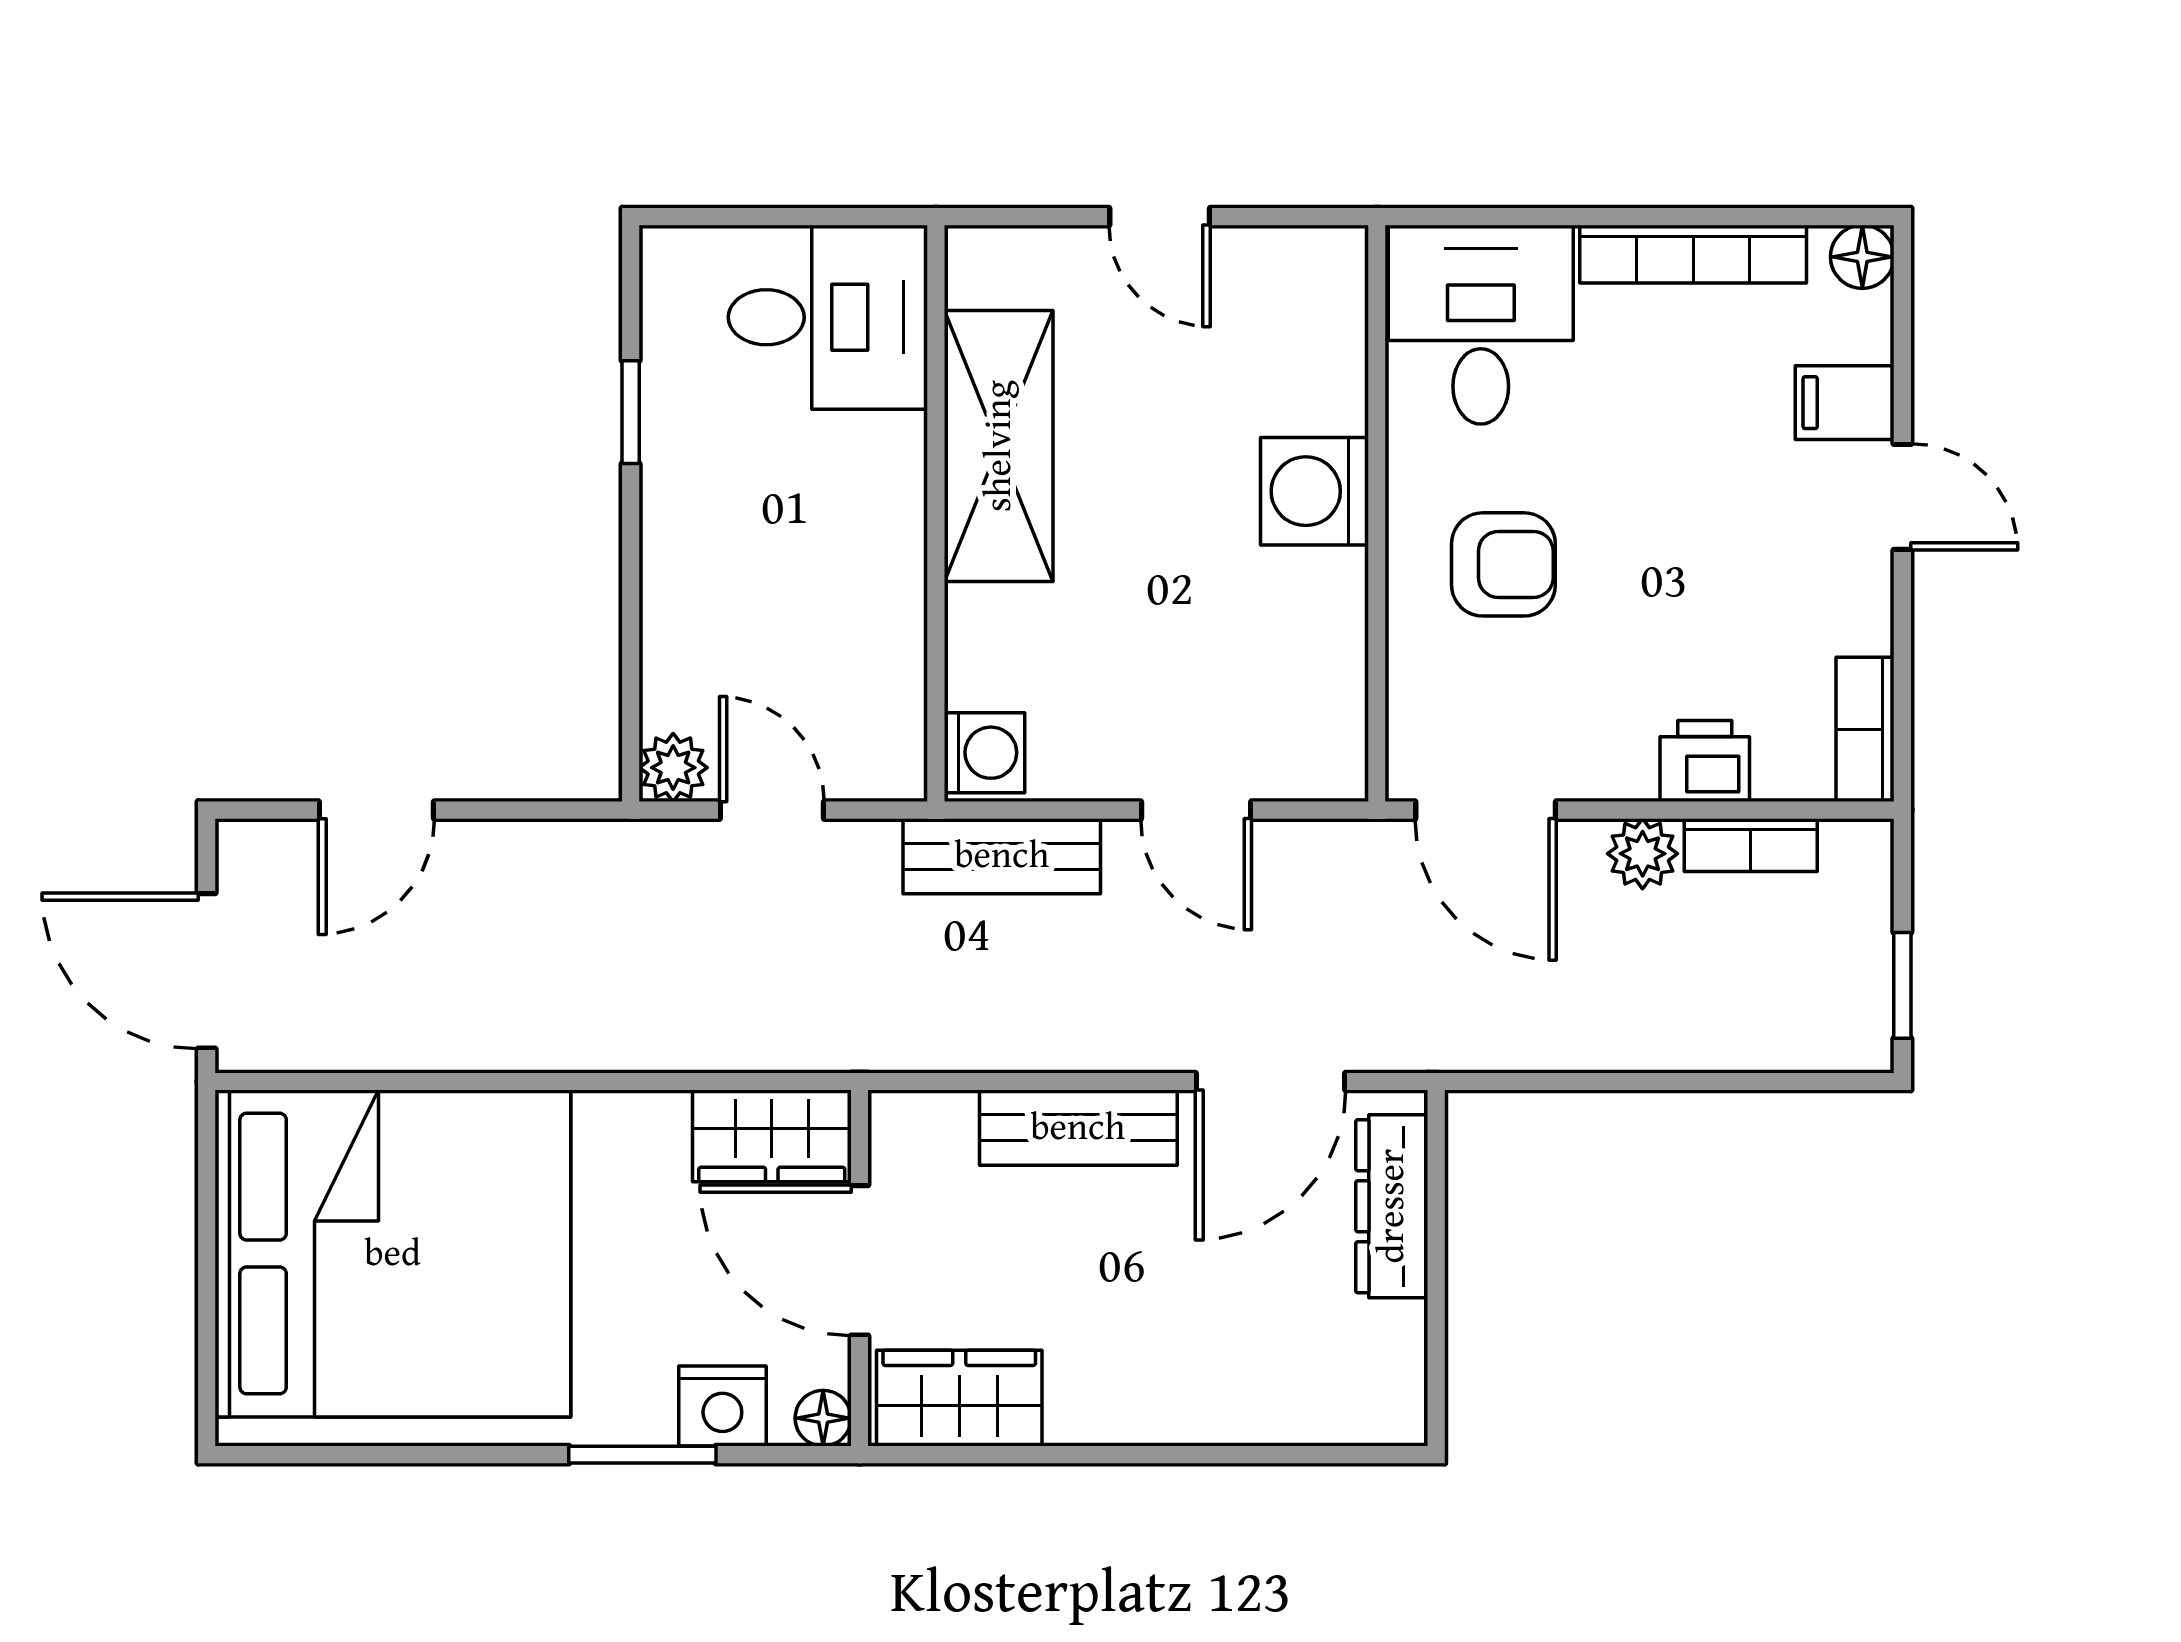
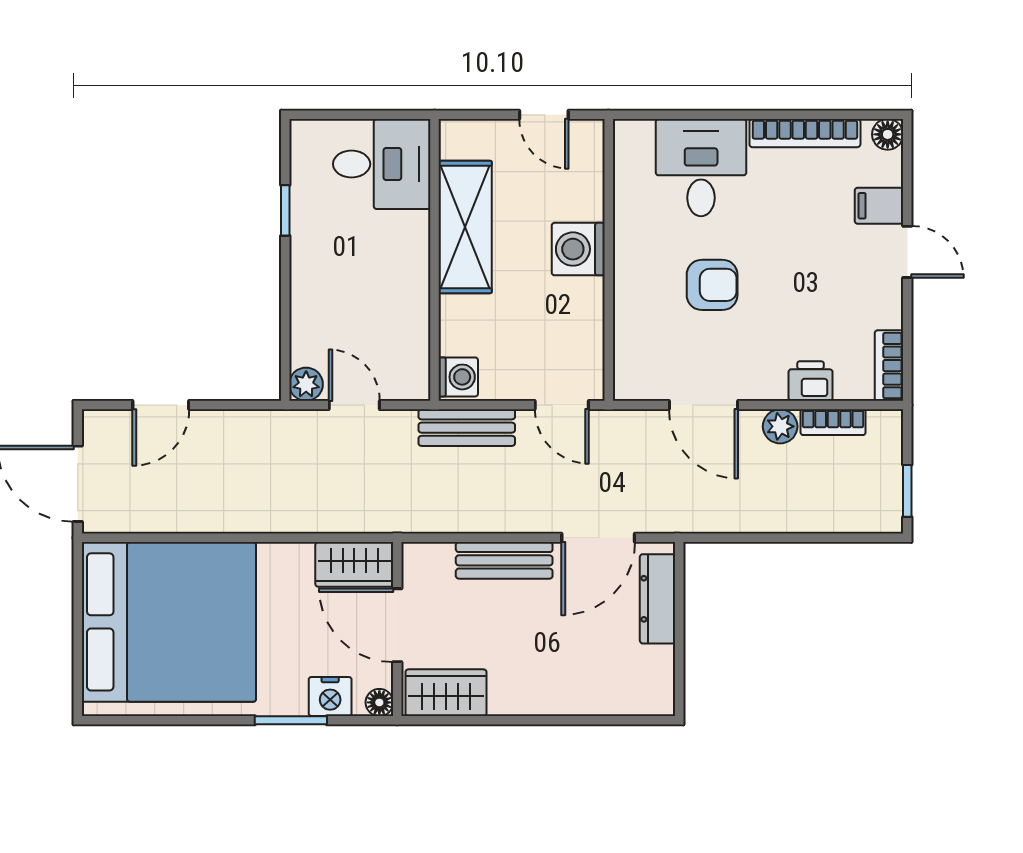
washing machine: (1314, 491) -> (578, 249), moved
wall: (1377, 513) -> (609, 260), moved

